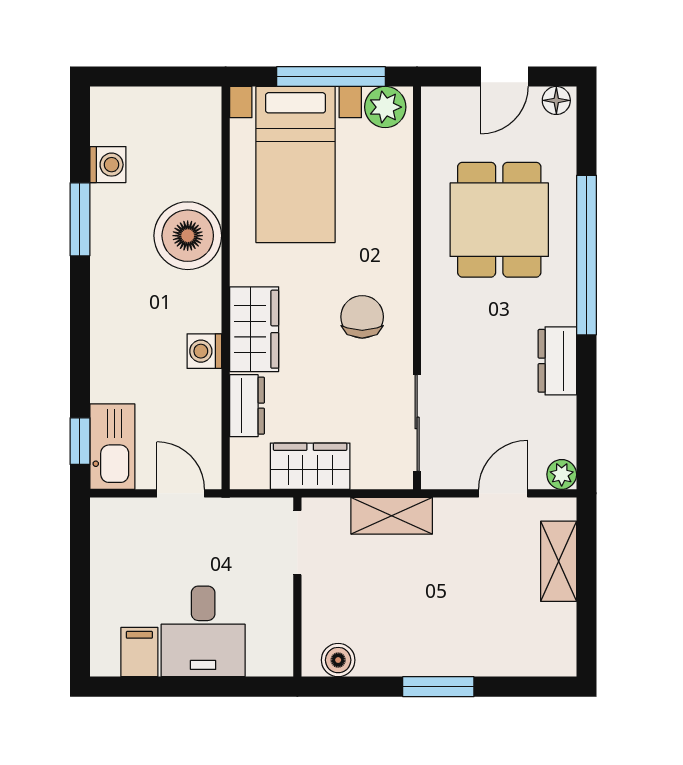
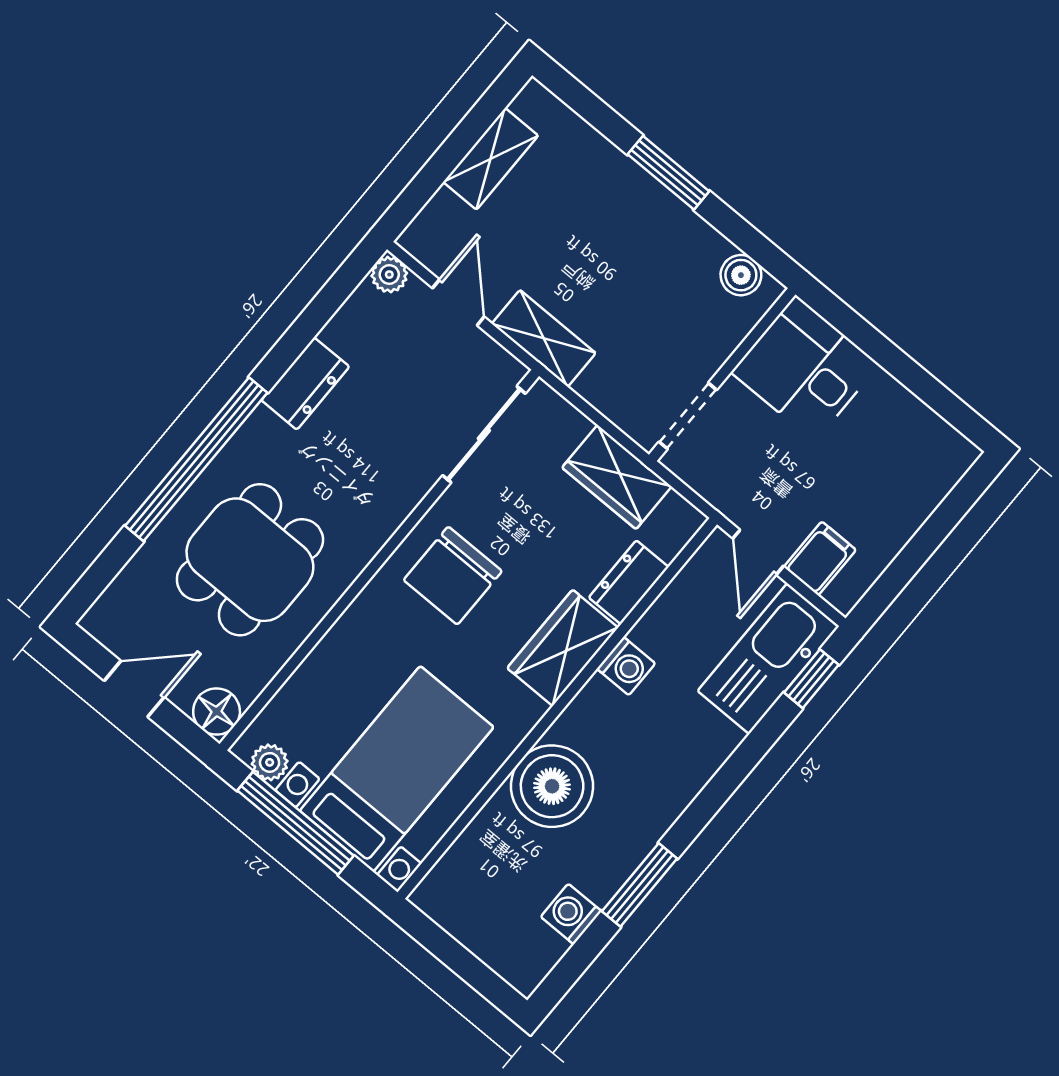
floor lamp: (556, 100) -> (217, 711), moved, width x1.37, depth x1.37
plant: (385, 107) -> (270, 762), width x0.73, depth x0.73
chair: (362, 317) -> (453, 576), width x1.37, depth x1.37
kitchen sink: (112, 447) -> (768, 659), width x1.36, depth x1.24
door: (503, 493) -> (458, 302), swing flipped
shelving: (392, 516) -> (544, 338), moved
shelving: (559, 561) -> (491, 159), moved
desk: (203, 631) -> (805, 368), moved, turned -90
filing cabinet: (139, 652) -> (820, 558), moved, turned 180

